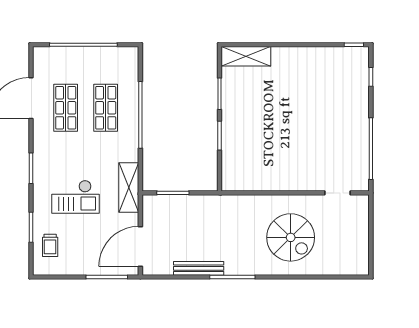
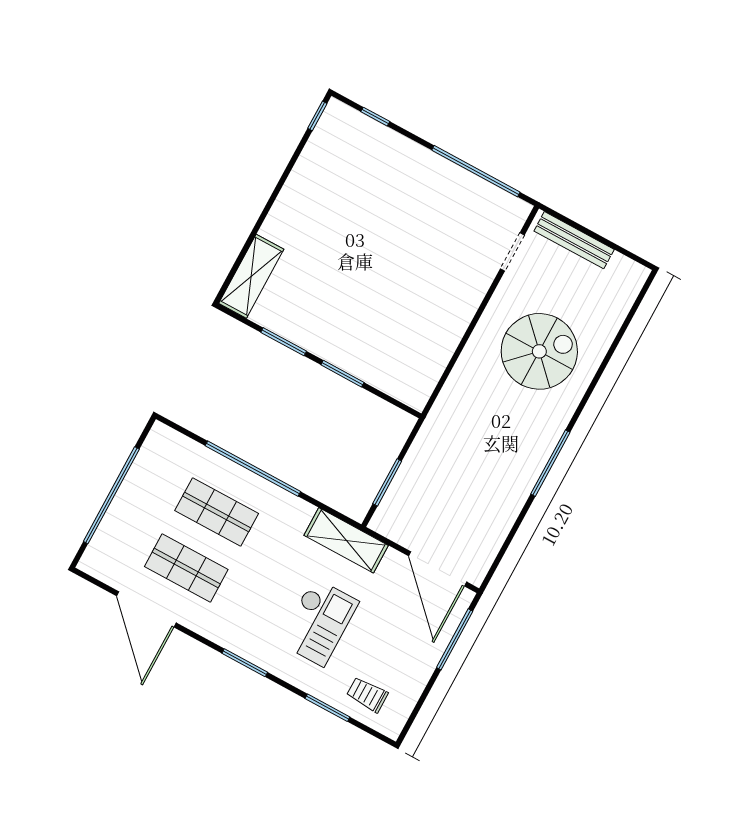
trolley: (50, 245) -> (367, 695), turned 180
bench: (199, 268) -> (574, 240), moved, turned 90

